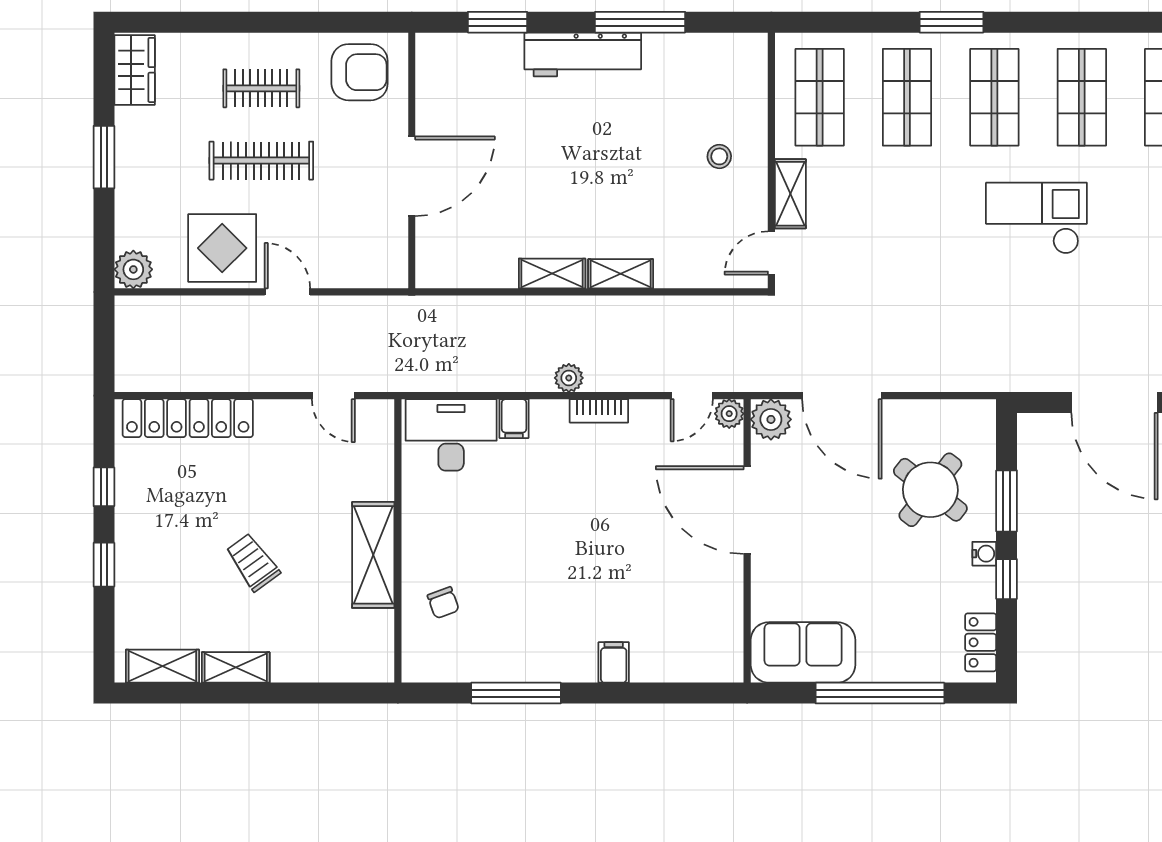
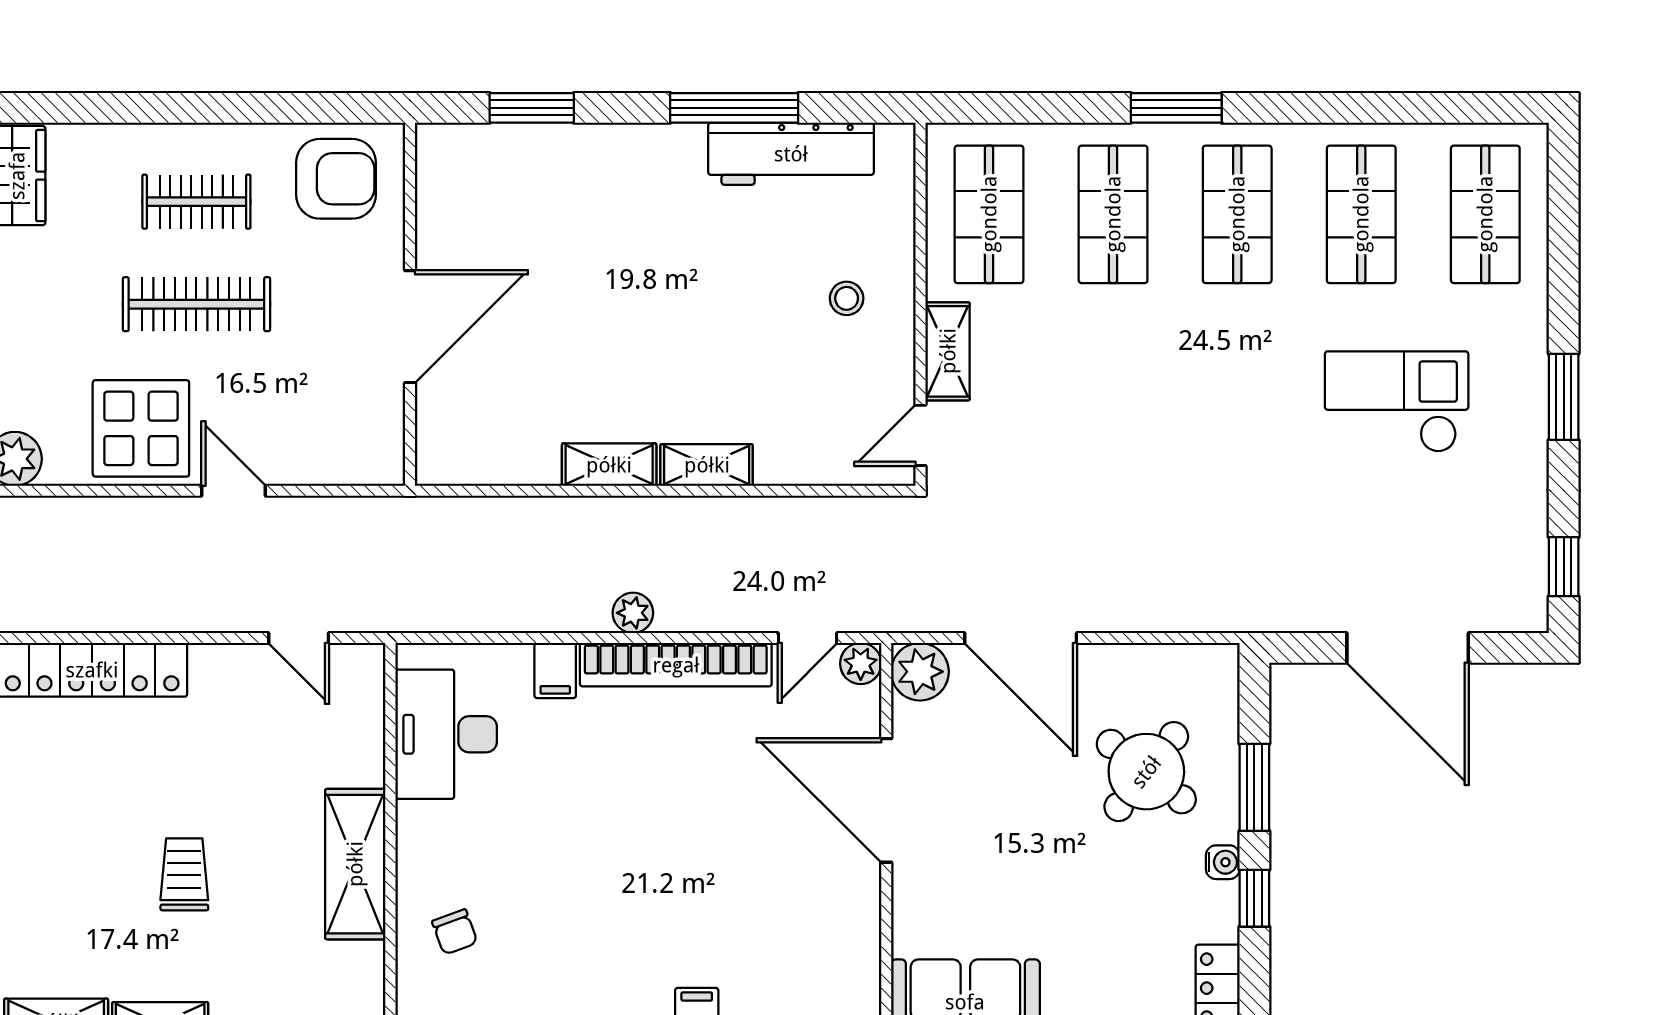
workbench: (583, 55) -> (791, 154), moved
checkout: (1036, 218) -> (1397, 402), moved
bookcase: (599, 411) -> (676, 665), width x2.31, depth x1.31
desk: (451, 435) -> (446, 734), moved, turned -90
trolley: (253, 562) -> (184, 874), turned 36

